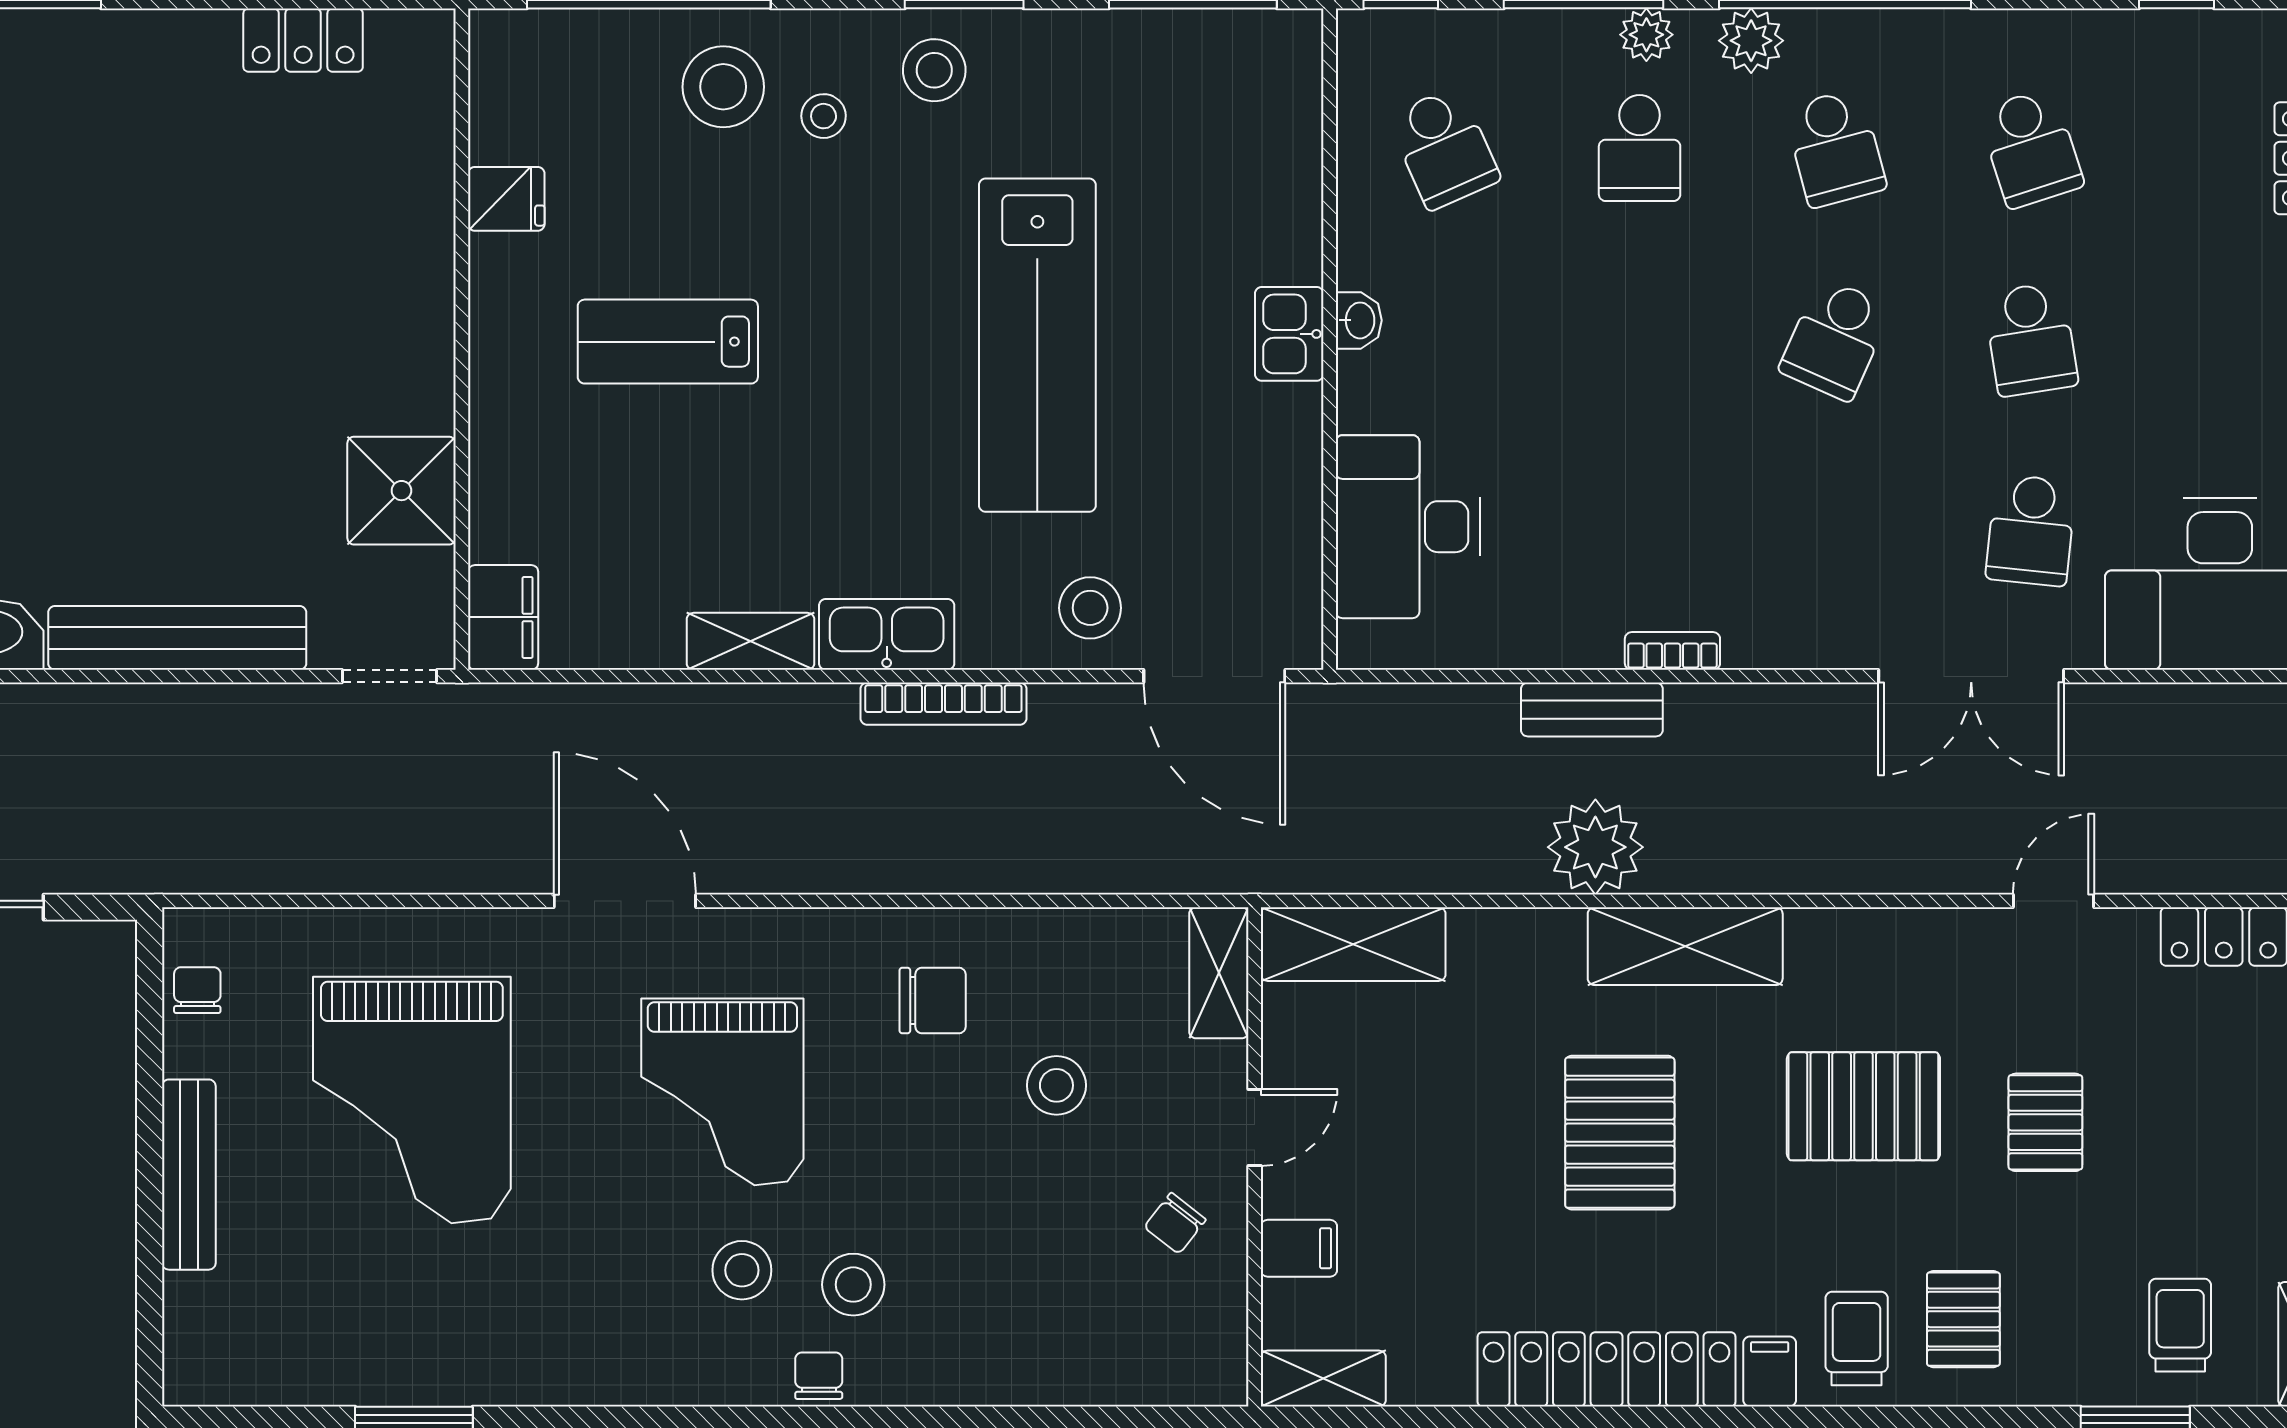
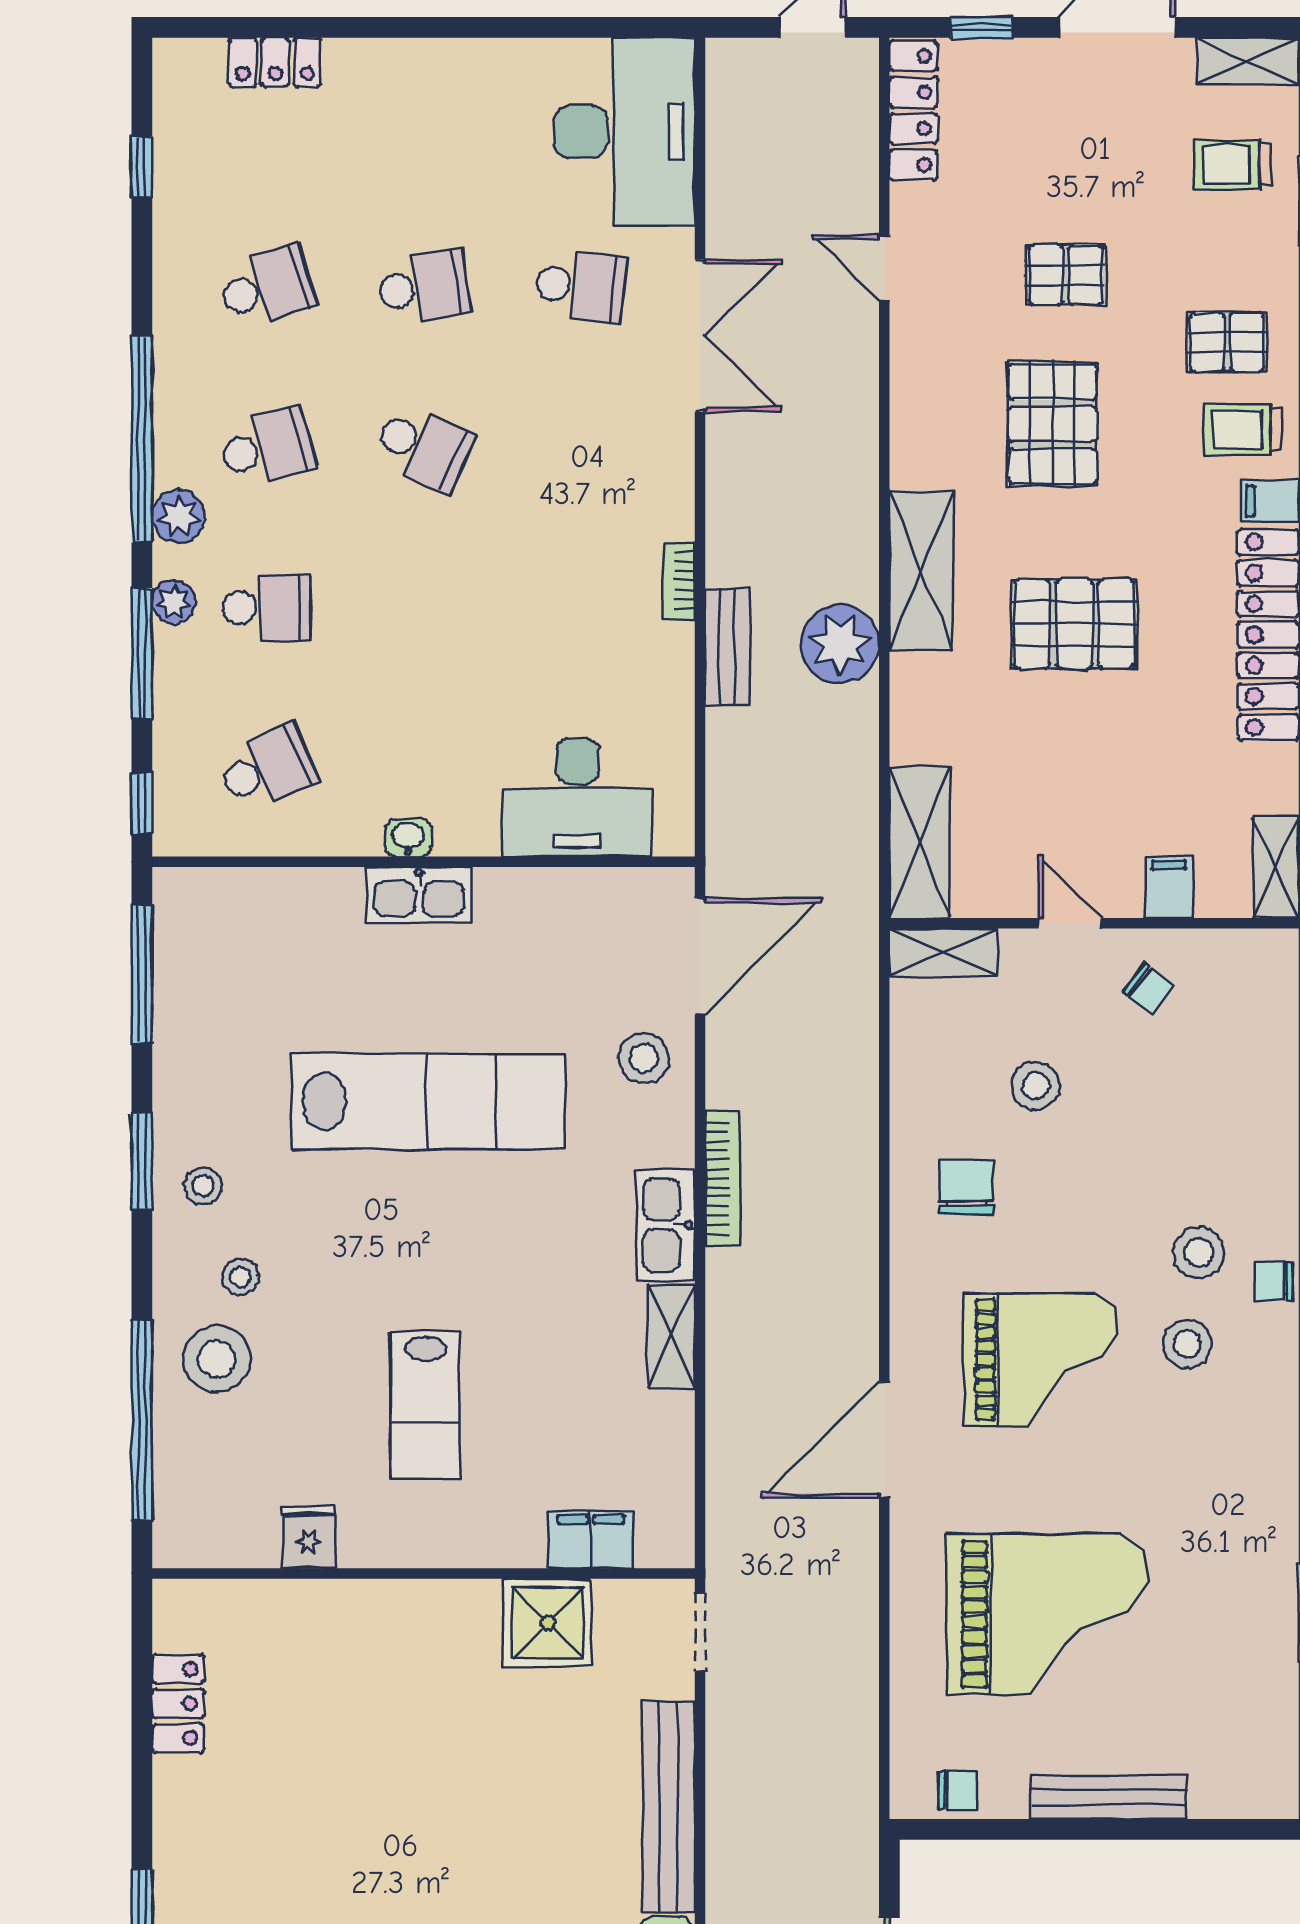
stool: (934, 70) -> (203, 1186), width x0.73, depth x0.73
kitchen sink: (1289, 334) -> (419, 895), width x1.38
filing cabinet: (503, 617) -> (591, 1540), moved
chair: (197, 990) -> (957, 1790), turned 180

